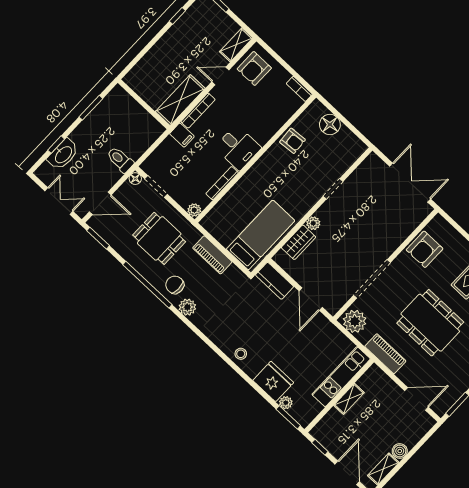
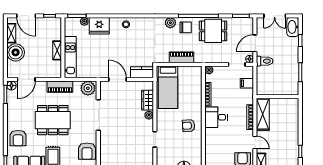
door: (220, 76) -> (255, 142), hinge flipped
filing cabinet: (182, 135) -> (247, 83), moved
armchair: (293, 141) -> (189, 126), moved
washbasin: (63, 154) -> (293, 27), moved
door: (100, 203) -> (255, 43), moved
dining table: (159, 238) -> (213, 31), moved
armchair: (425, 249) -> (87, 151), turned 180
floor lamp: (440, 408) -> (11, 86), added
boiler: (400, 451) -> (16, 52), width x1.86, depth x1.86

